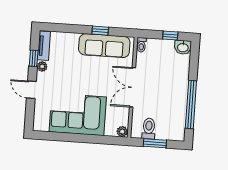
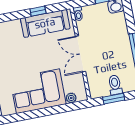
toilet: (149, 129) -> (115, 85), moved
plant: (122, 132) -> (71, 98), moved

